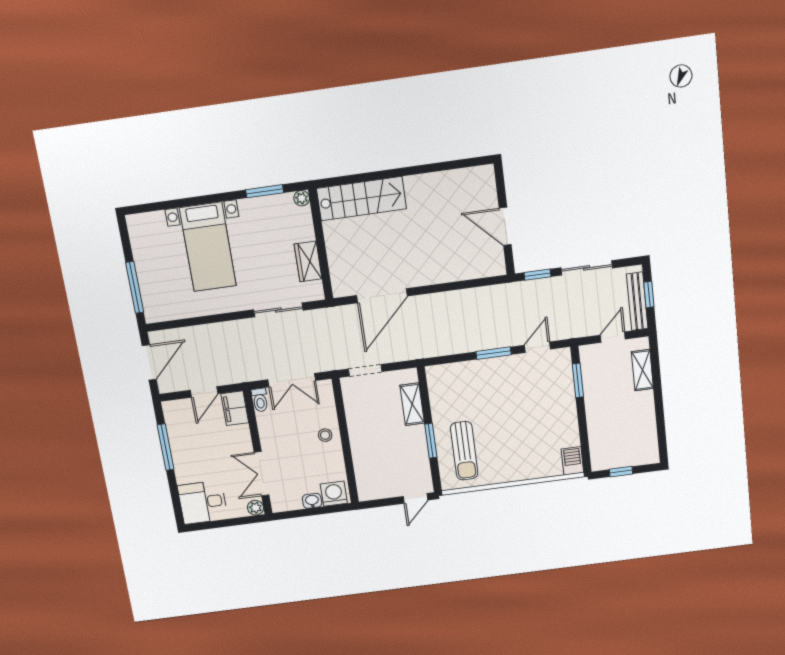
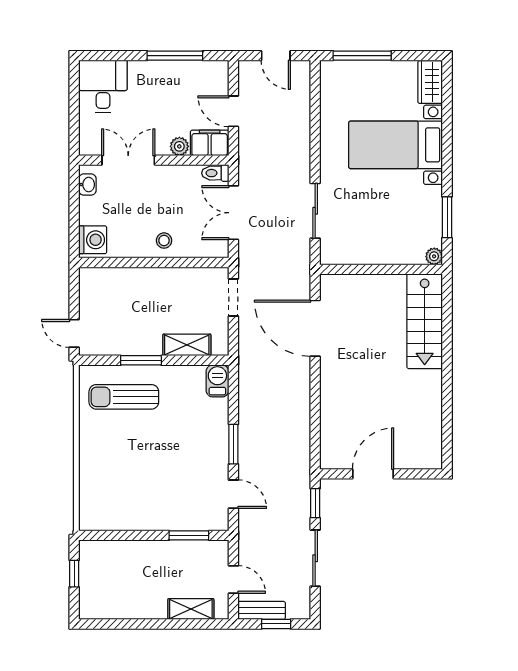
wardrobe: (308, 261) -> (430, 82), moved, turned -90
bench: (637, 301) -> (262, 610), width x0.73
door: (149, 362) -> (276, 56), width x0.73
barbecue: (572, 461) -> (217, 381), moved, turned -90
washbasin: (312, 501) -> (87, 185), moved
plant: (256, 508) -> (179, 146), moved

